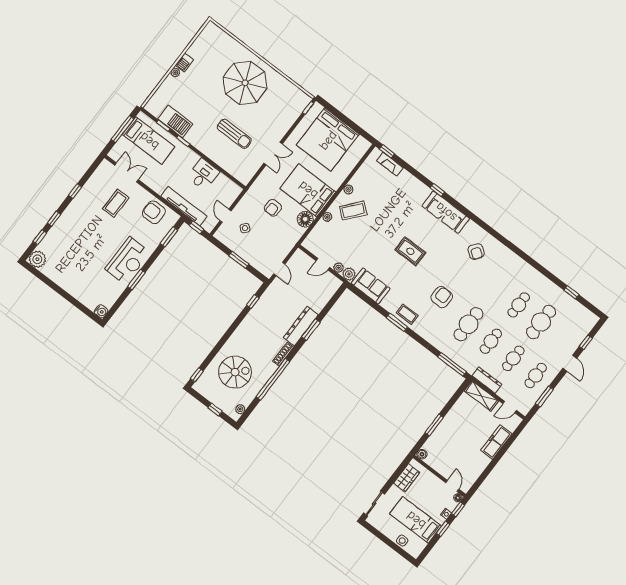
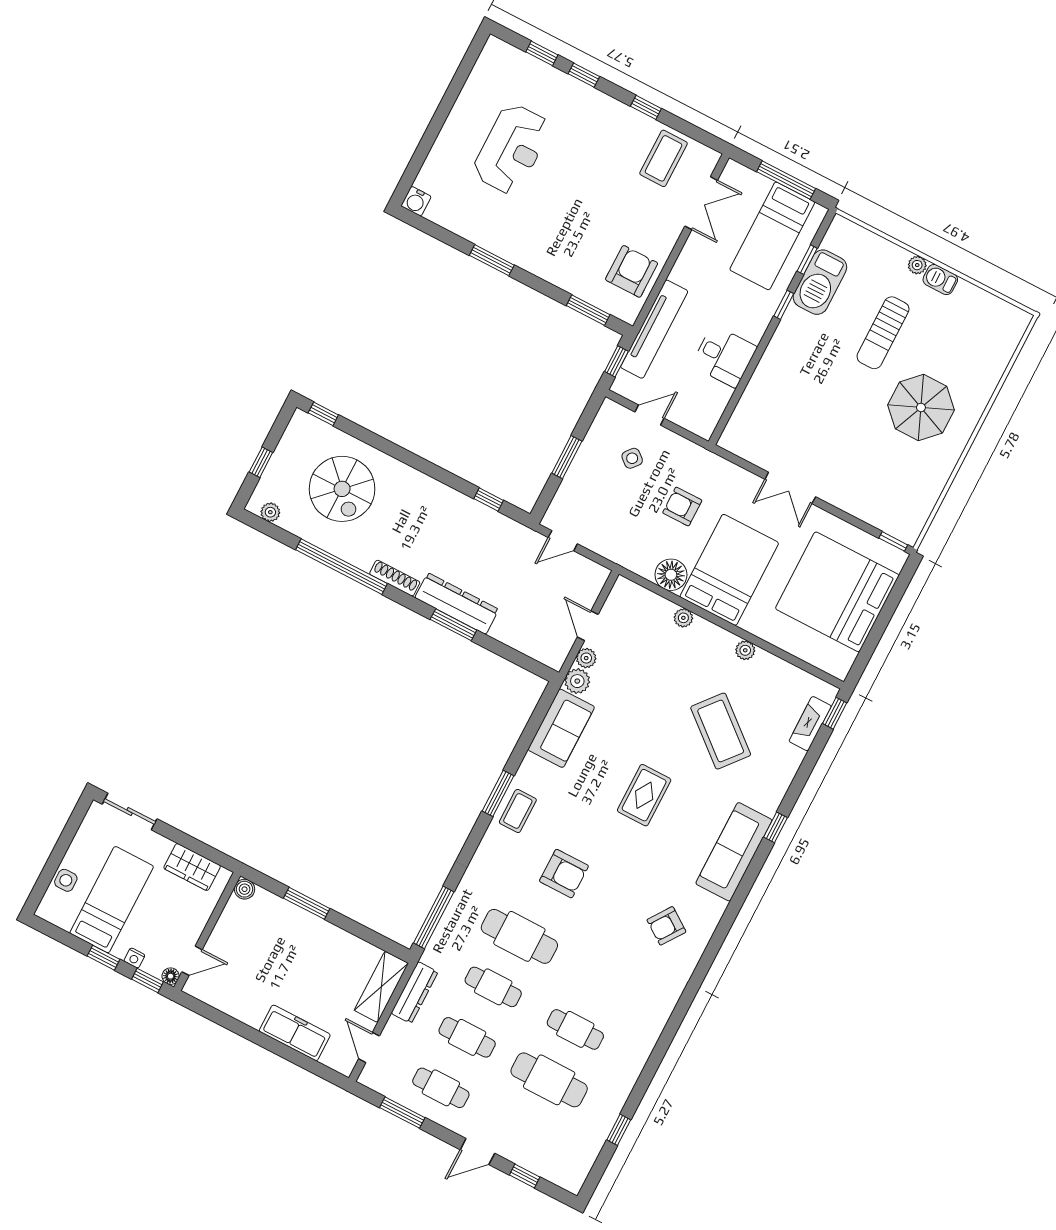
parasol: (245, 83) -> (921, 408), width x0.73, depth x0.73
sun lounger: (234, 134) -> (883, 333), moved
coffee table: (116, 203) -> (664, 158), moved, turned 90
coffee table: (353, 211) -> (721, 731), moved, width x1.36, depth x1.32
plant: (37, 259) -> (497, 56), removed
reception desk: (127, 261) -> (512, 149), moved, turned -90

